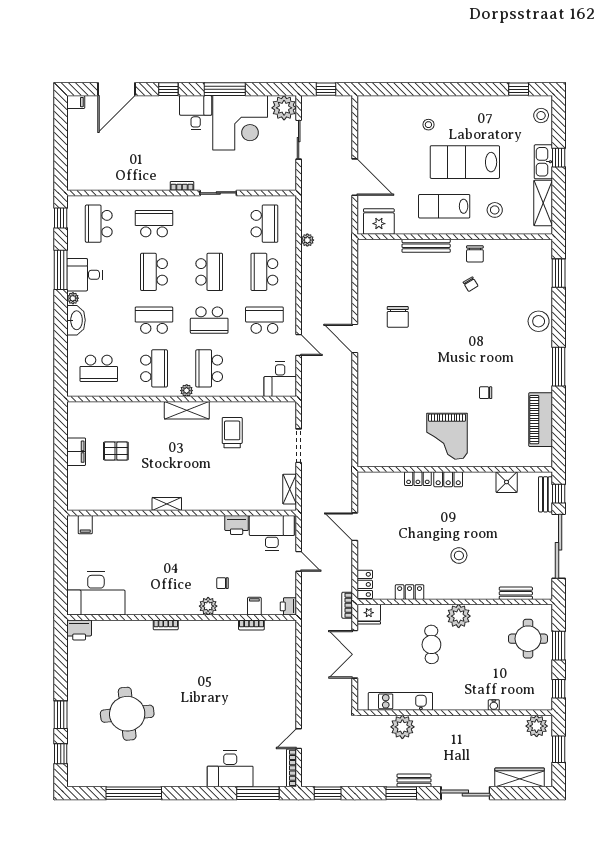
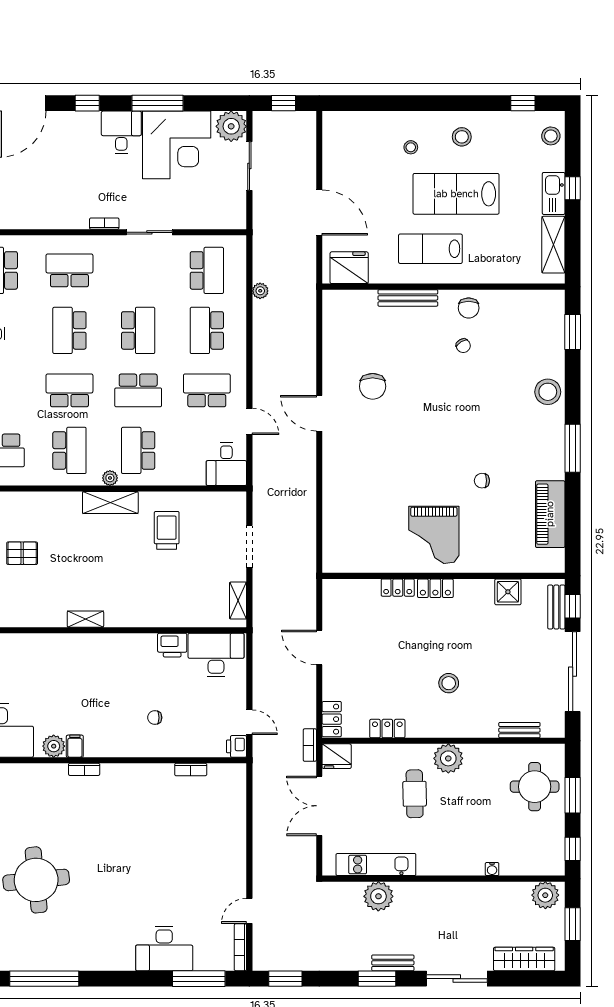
stool: (495, 210) -> (462, 137), moved
door: (299, 561) -> (249, 722), moved
plant: (208, 606) -> (54, 746), moved
filing cabinet: (254, 606) -> (75, 746), moved

